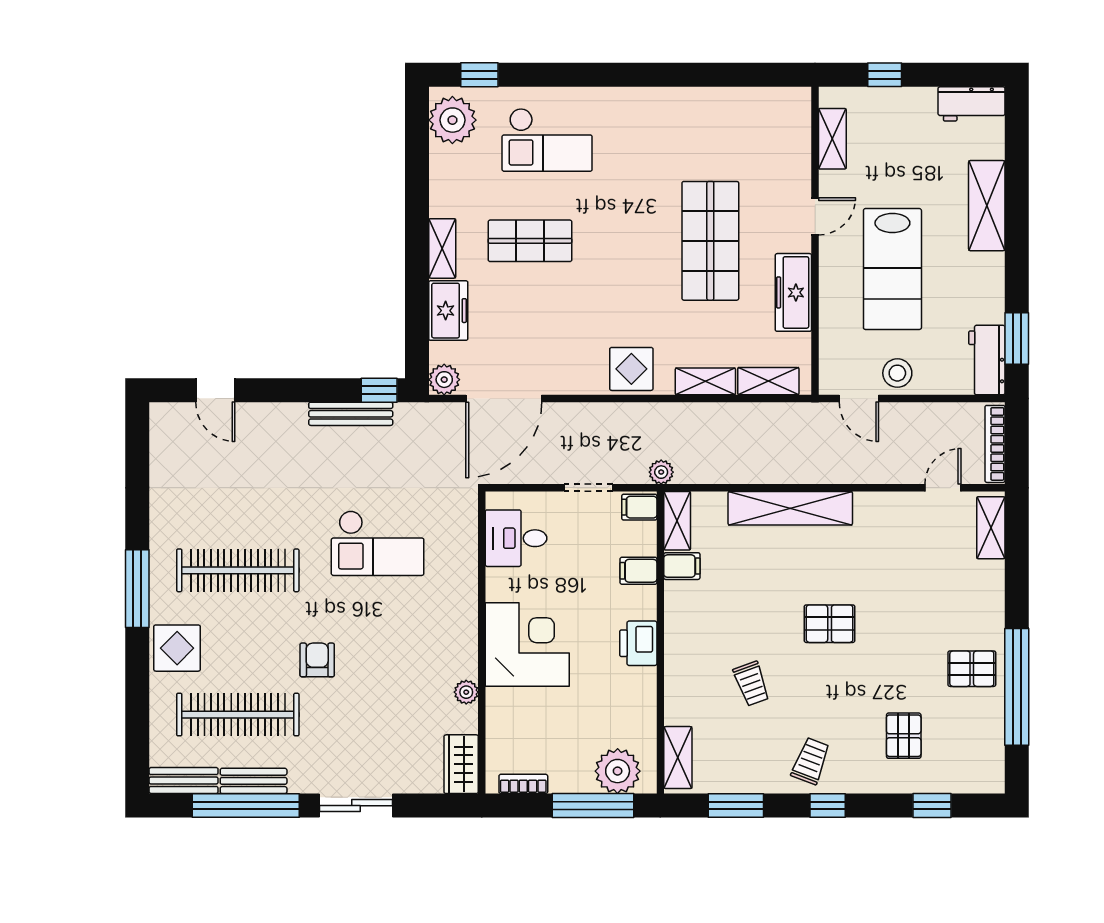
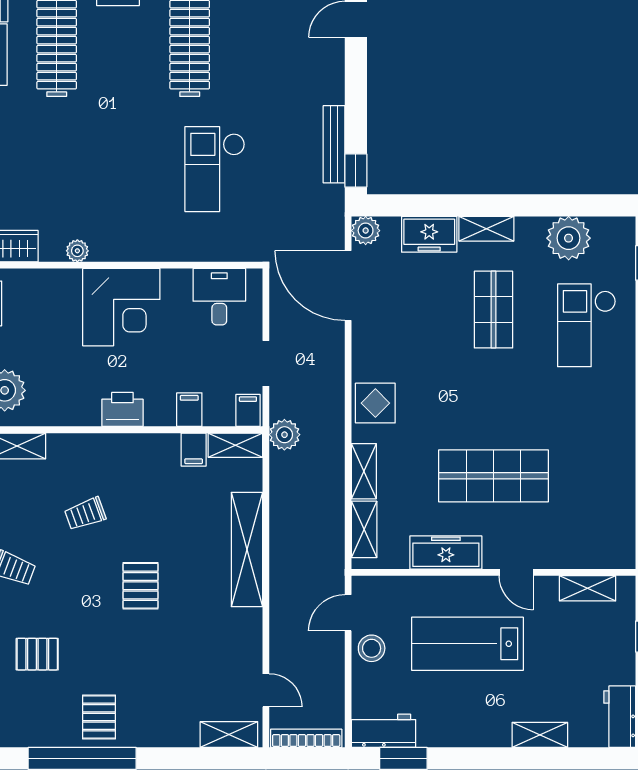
plant: (452, 120) -> (569, 238), moved
shelving: (987, 206) -> (540, 735), width x0.67, depth x0.75
plant: (661, 472) -> (284, 435), width x1.38, depth x1.38
armchair: (317, 660) -> (107, 113), removed

